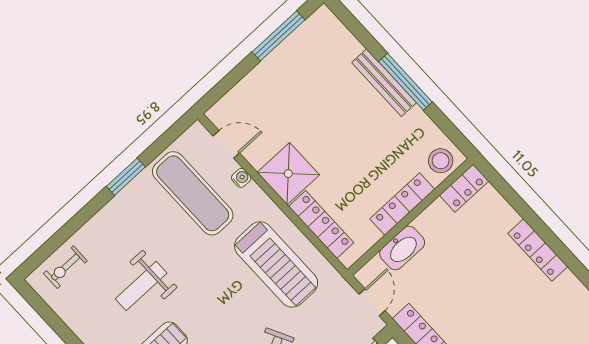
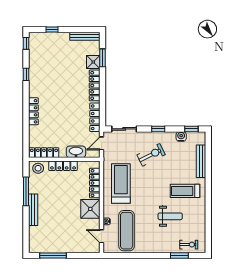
window: (405, 82) -> (26, 191), moved
window: (126, 177) -> (179, 256), moved
locker: (464, 188) -> (44, 153), width x1.53

